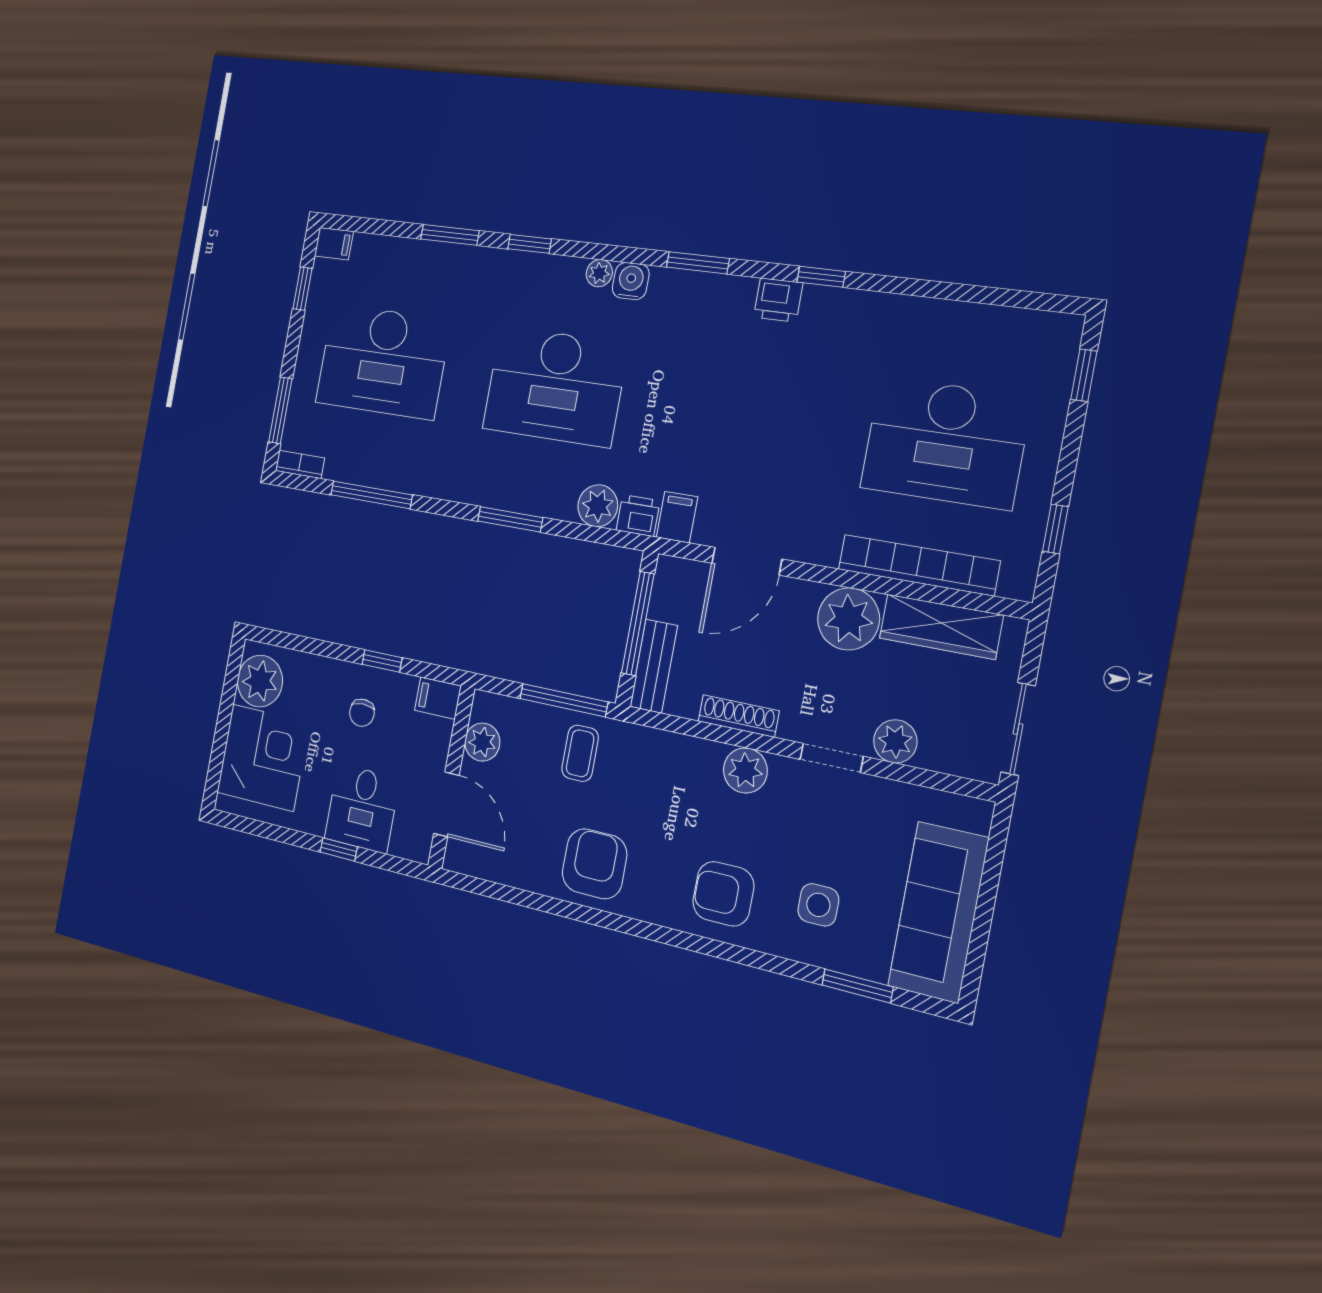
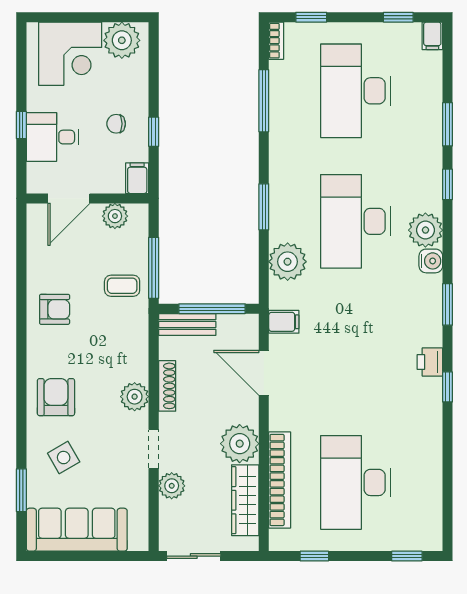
plant: (599, 273) -> (425, 230), width x1.88, depth x1.88
window: (280, 410) -> (311, 17), width x0.67
plant: (598, 506) -> (288, 262), width x1.36, depth x1.36
printer: (638, 516) -> (281, 295), removed
armchair: (595, 864) -> (55, 309), width x0.72, depth x0.72
side table: (818, 905) -> (64, 458), turned -30

